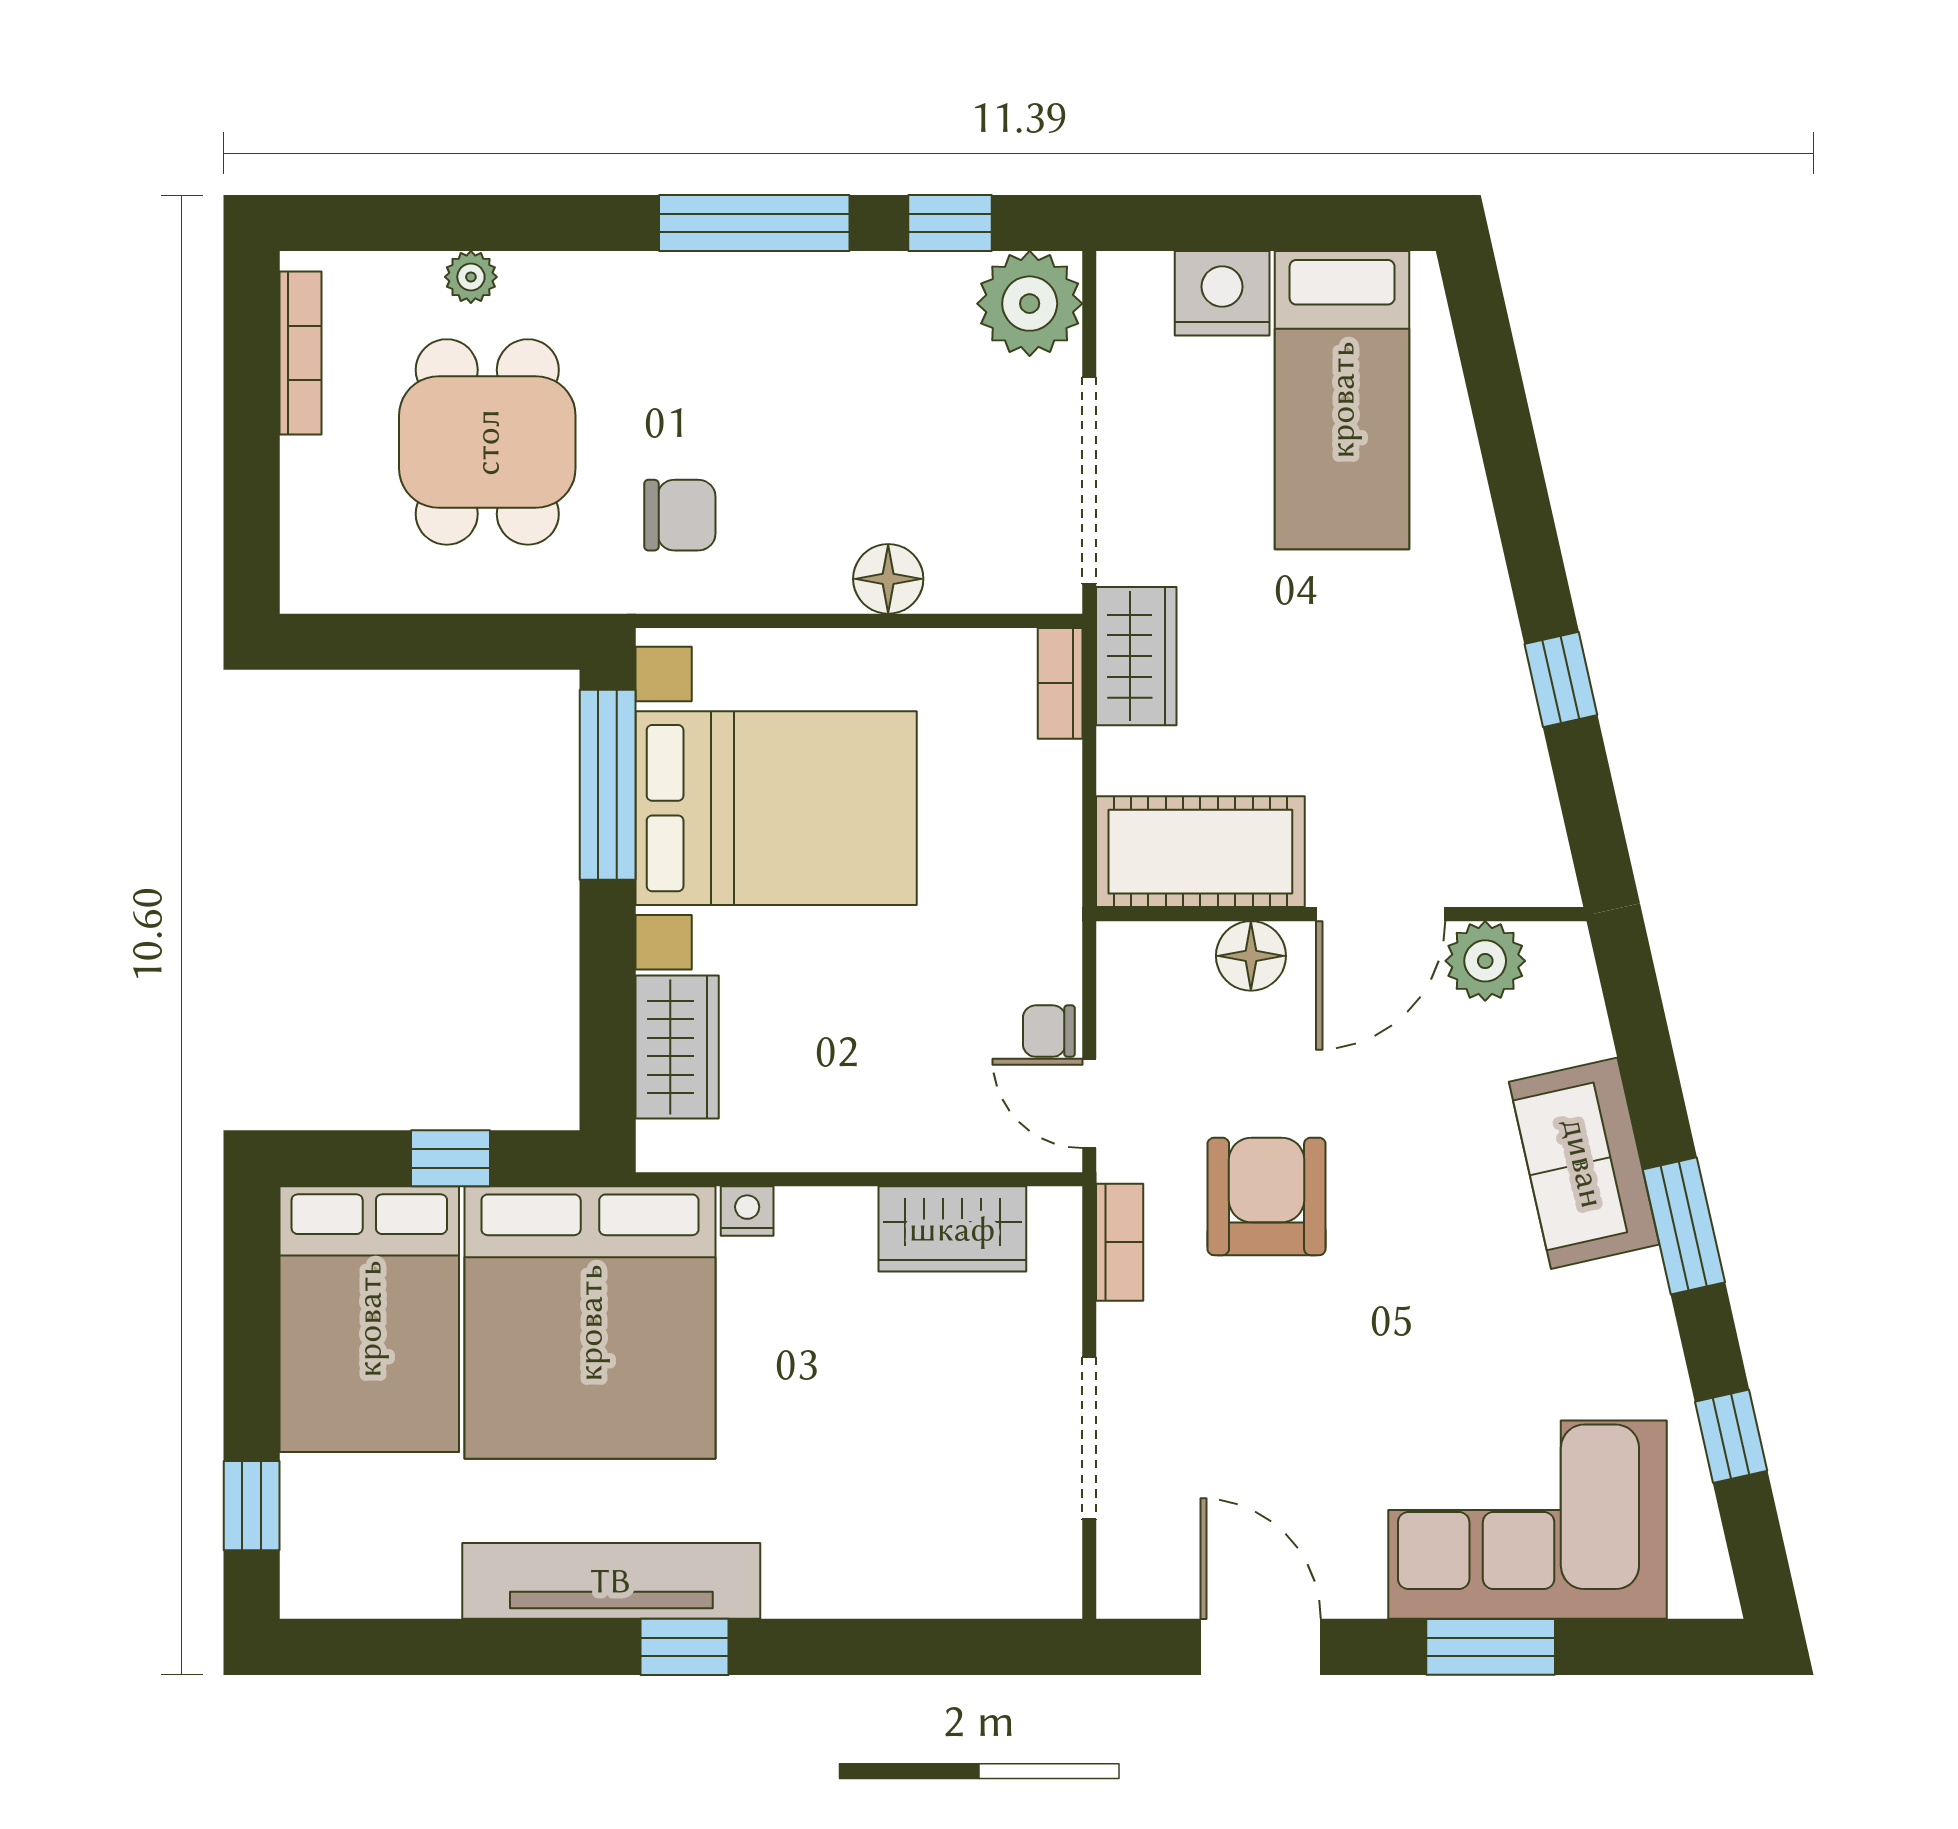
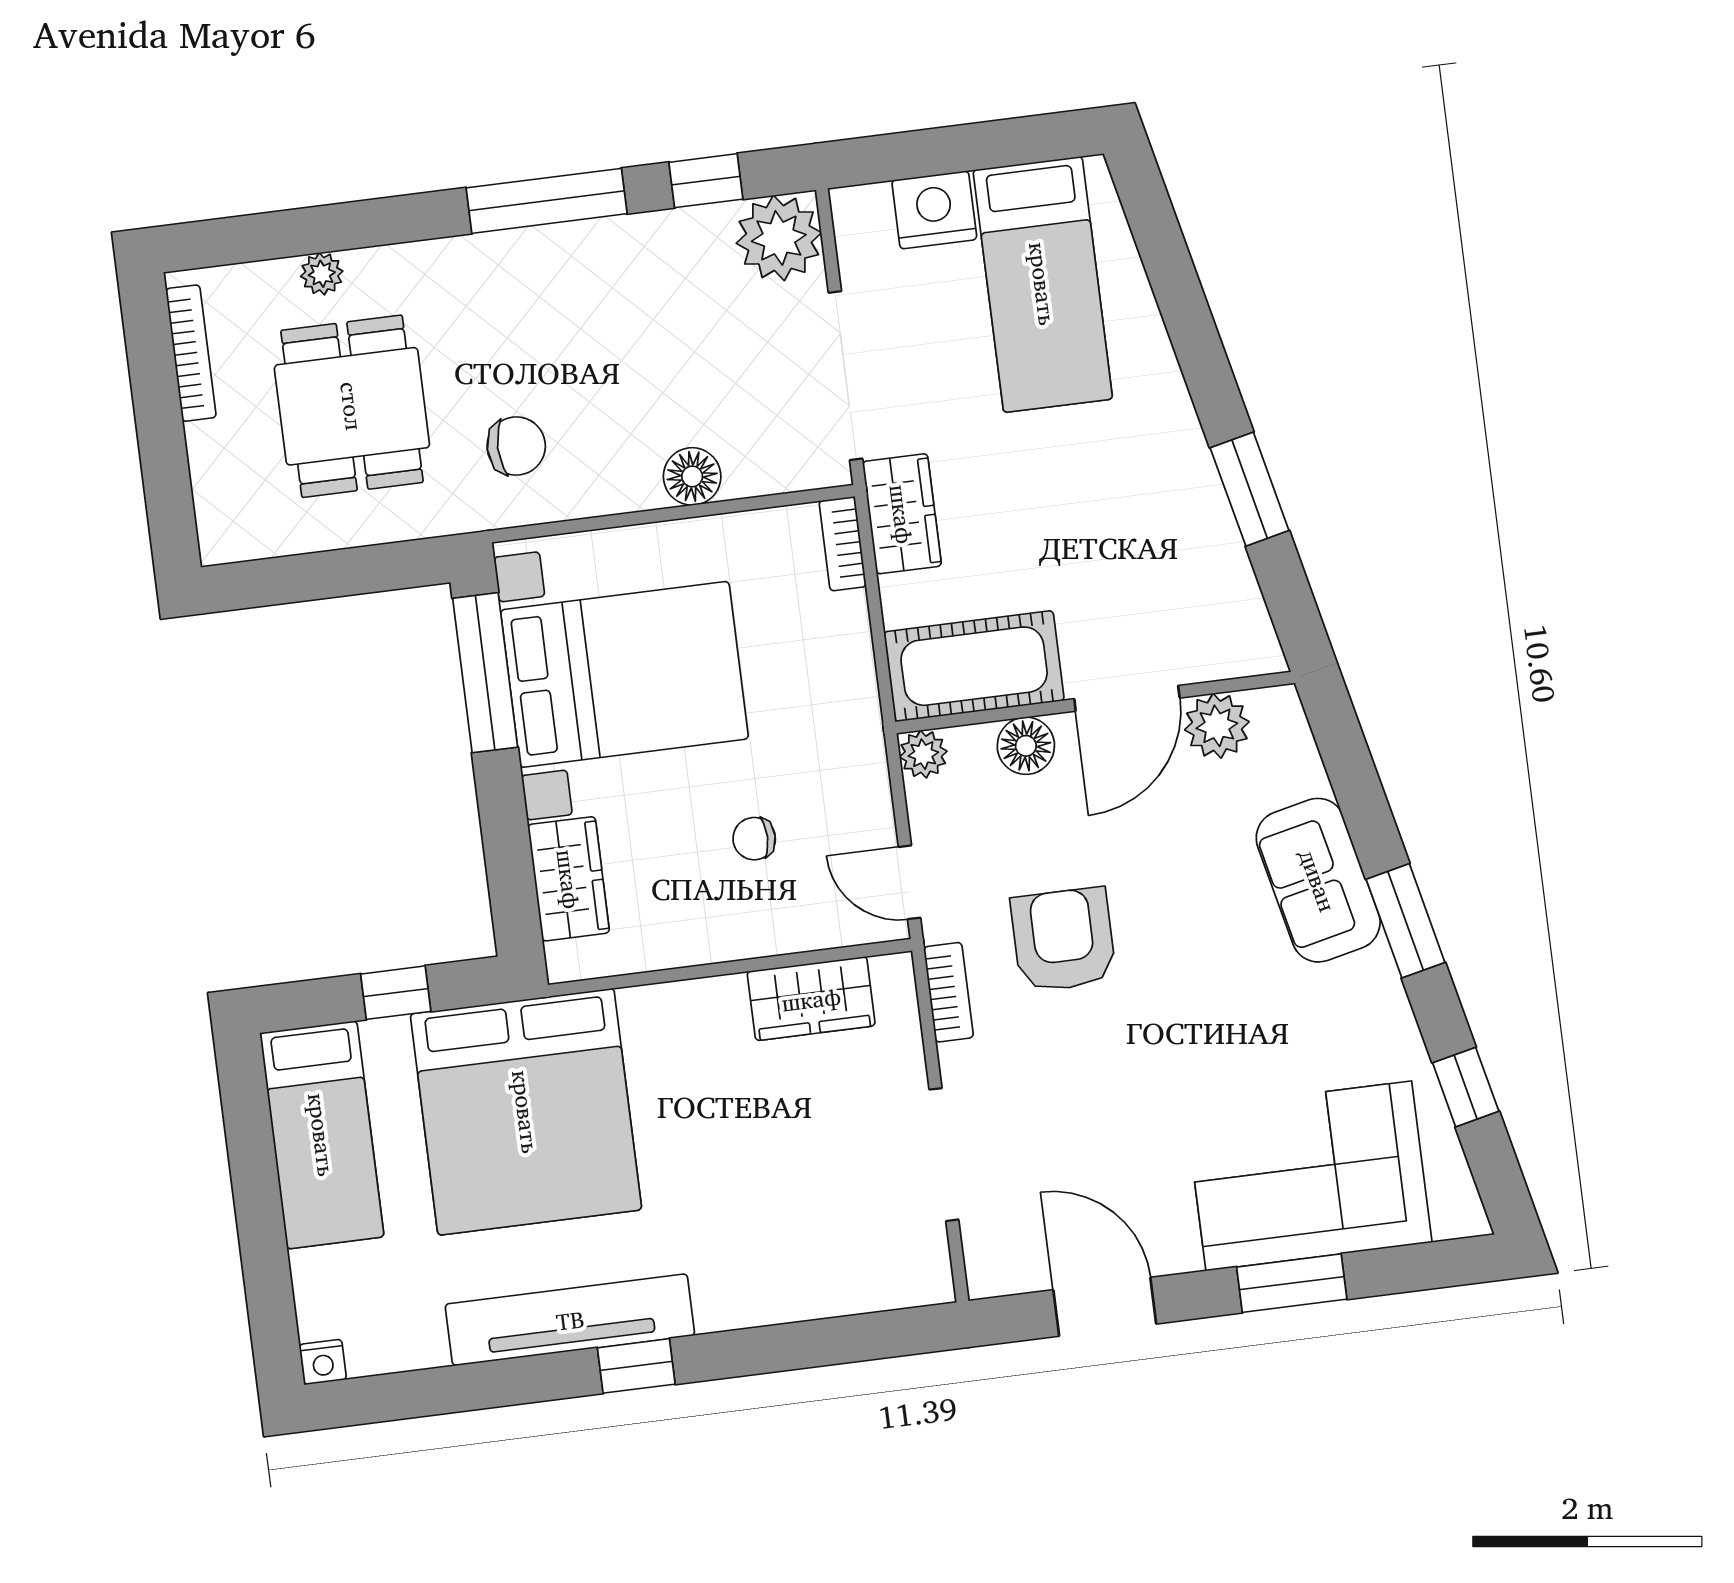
window: (1561, 679) -> (1250, 489), width x1.50
plant: (1126, 950) -> (923, 754), added
chair: (1049, 1031) -> (754, 839), moved
nightstand: (747, 1211) -> (323, 1362), moved, turned 180
bed: (369, 1319) -> (322, 1135), width x0.67
window: (252, 1506) -> (270, 1296), removed

